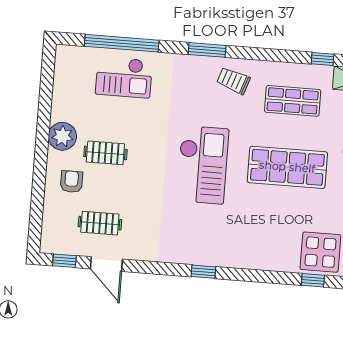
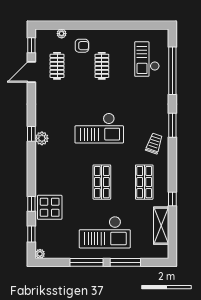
checkout: (124, 77) -> (147, 59), moved
plant: (62, 136) -> (62, 34), moved, width x0.53, depth x0.53
shop shelf: (287, 167) -> (102, 182), width x0.70, depth x0.74
plant: (212, 256) -> (42, 138), added

